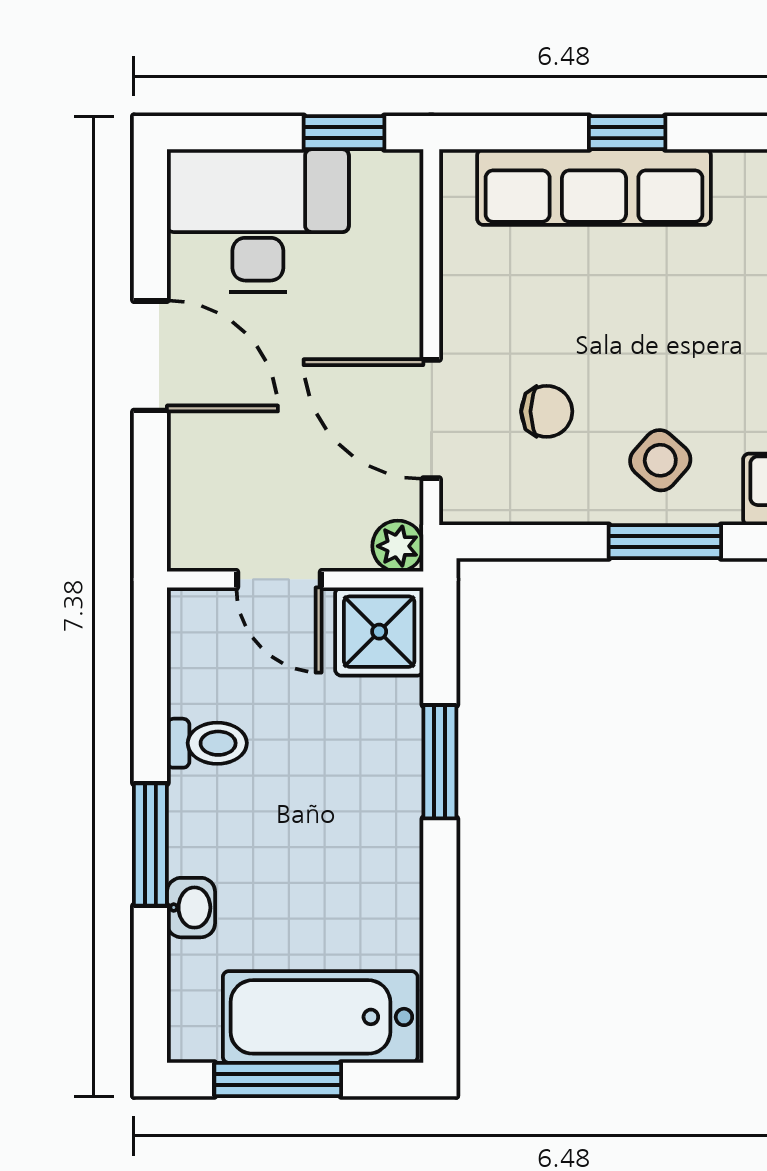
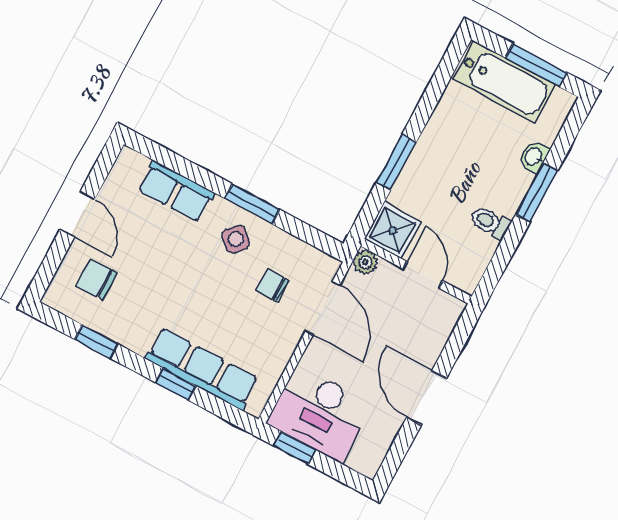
desk: (258, 221) -> (320, 414), moved

